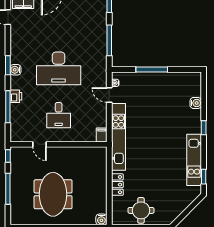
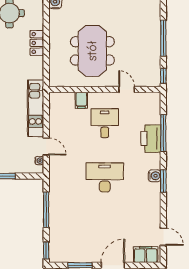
desk: (59, 68) -> (105, 177), width x0.73, depth x0.77
printer: (16, 96) -> (151, 139), width x1.87, depth x1.48
filing cabinet: (102, 135) -> (81, 100), moved
kitchen unit: (118, 137) -> (35, 108), width x0.73
meeting table: (53, 194) -> (92, 51), moved

